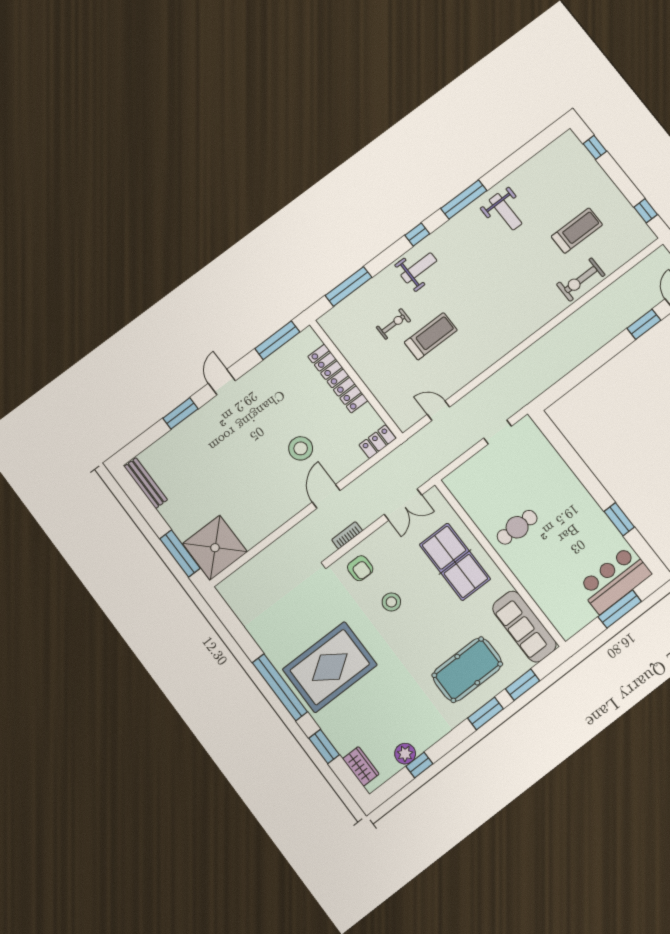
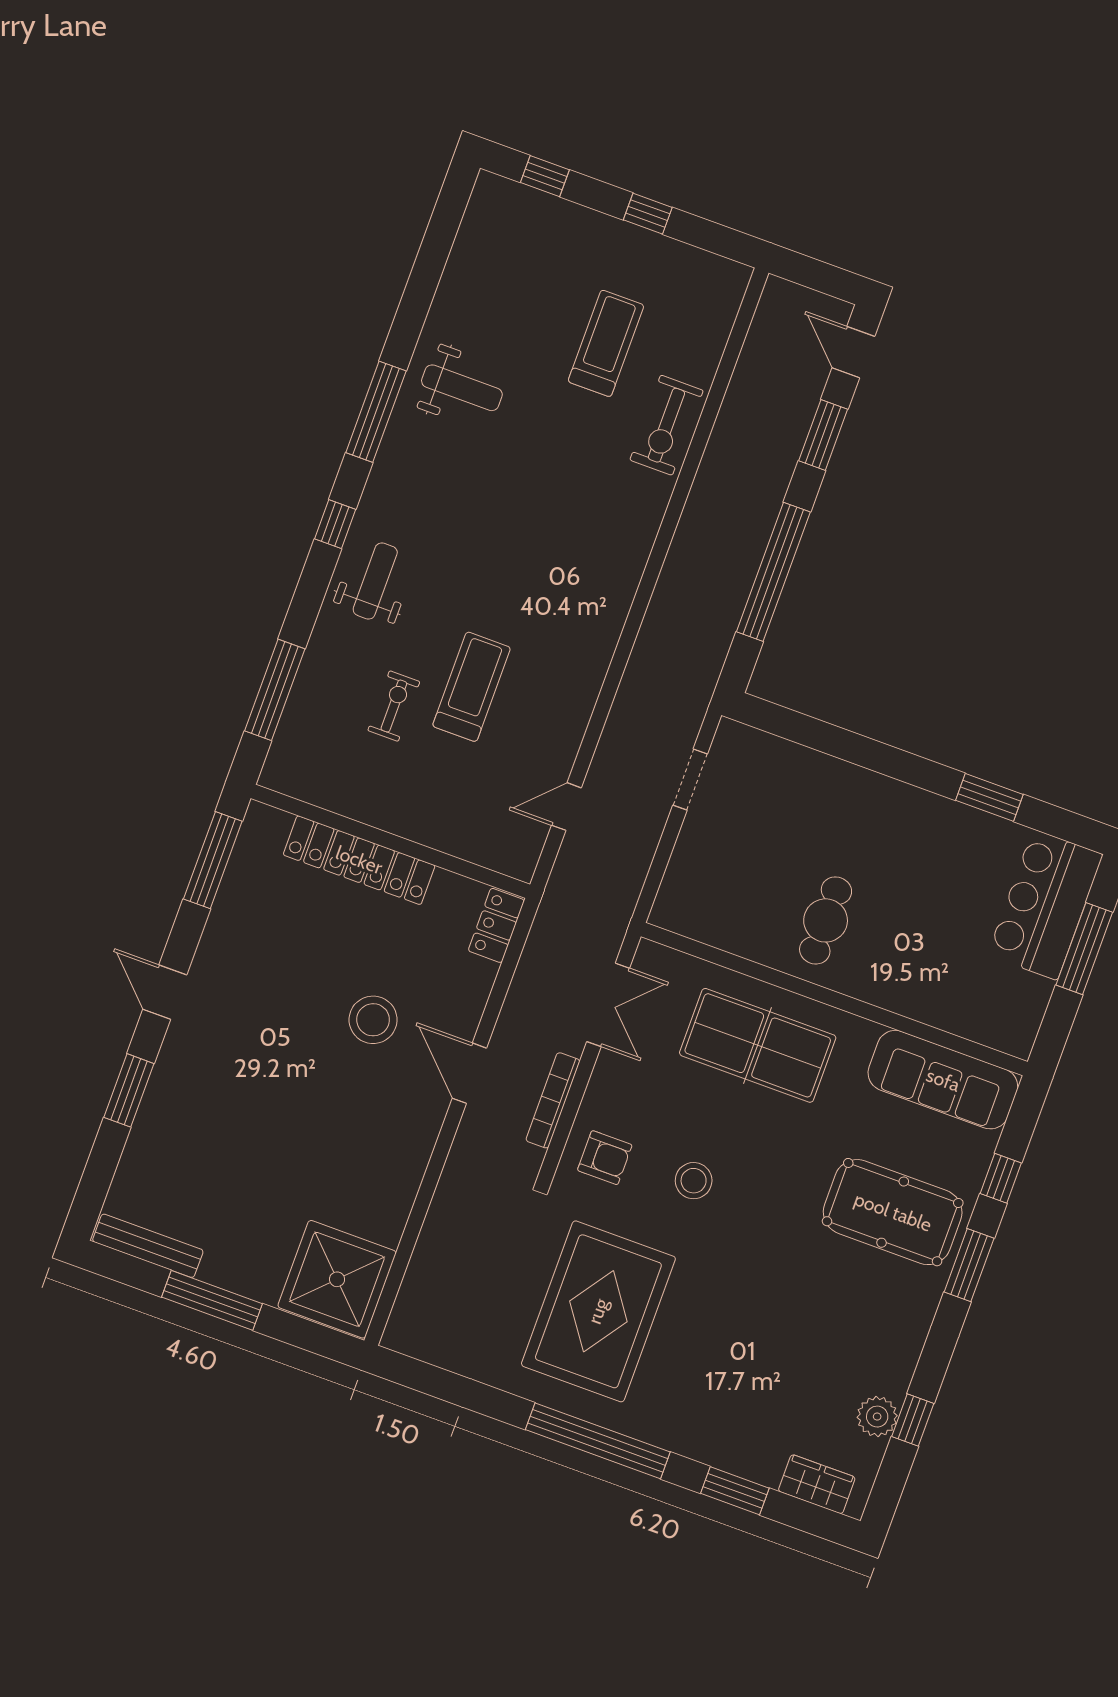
window: (646, 211) -> (648, 214), moved
window: (587, 368) -> (773, 572), added
bookcase: (347, 535) -> (553, 1100), width x1.56
window: (180, 553) -> (212, 1300), moved
rug: (330, 667) -> (598, 1311), moved
pool table: (467, 670) -> (893, 1212), turned 90
window: (523, 685) -> (1001, 1178), width x0.67

